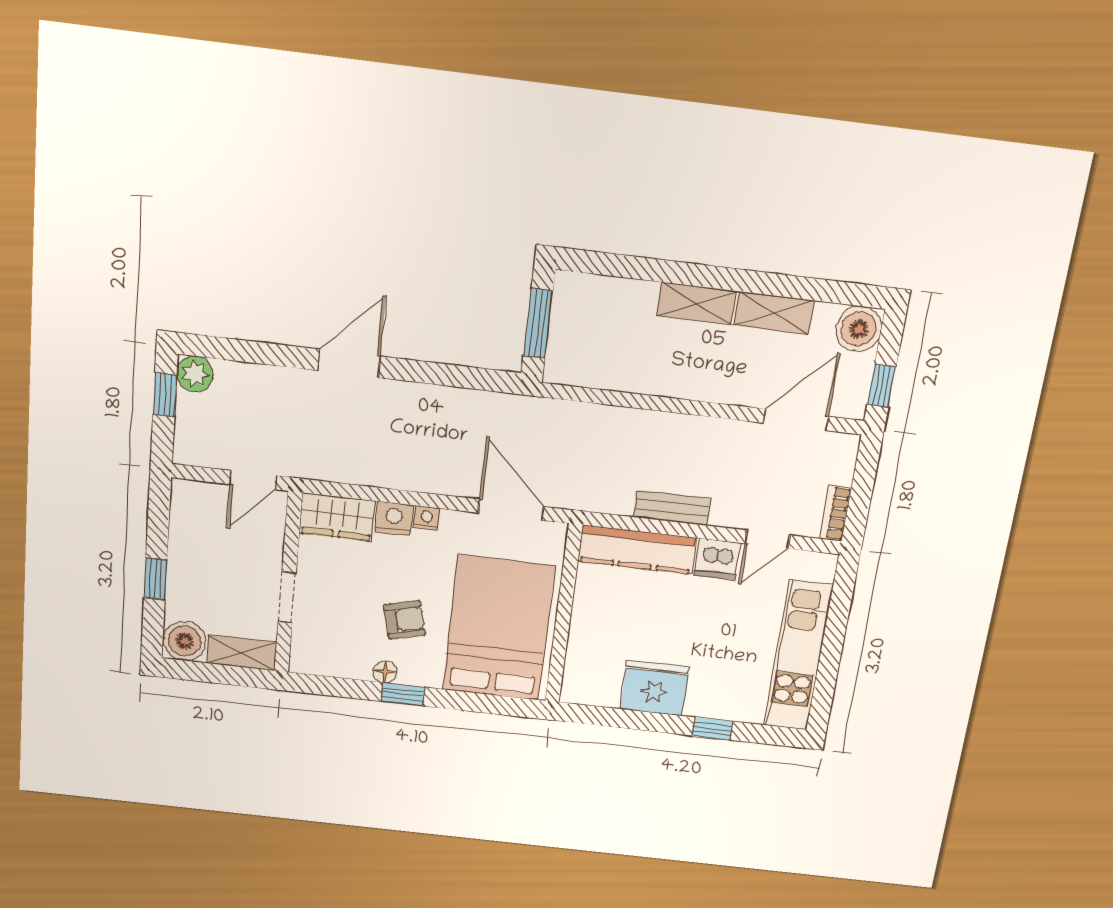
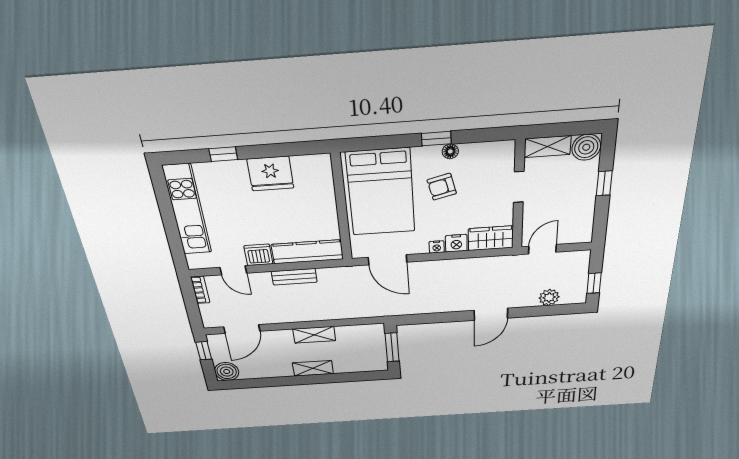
shelving: (774, 313) -> (314, 335), moved
plant: (195, 374) -> (549, 297), moved
door: (767, 539) -> (233, 270), swing flipped

